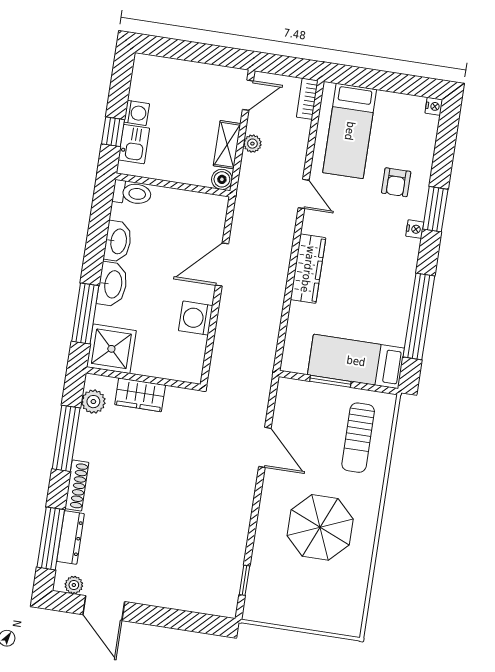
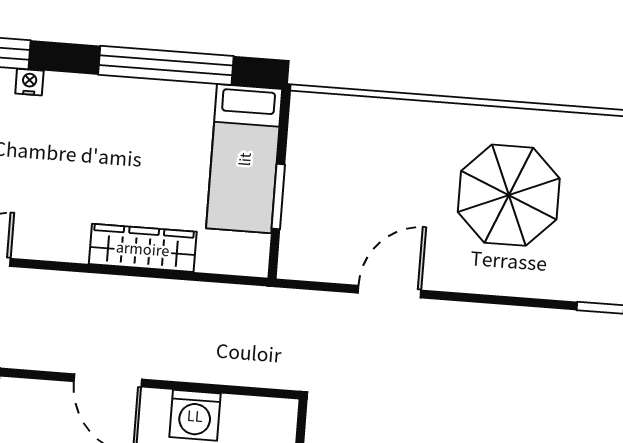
wardrobe: (308, 269) -> (143, 248), moved
sun lounger: (358, 438) -> (363, 146), removed

